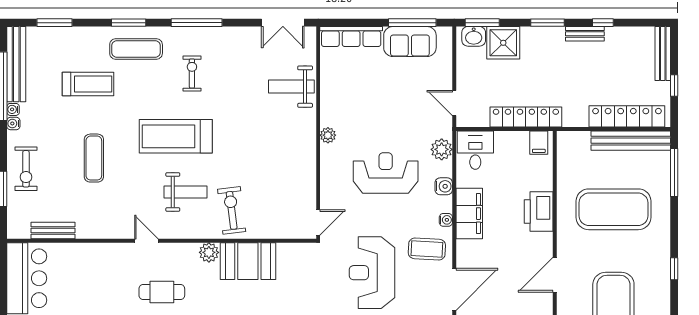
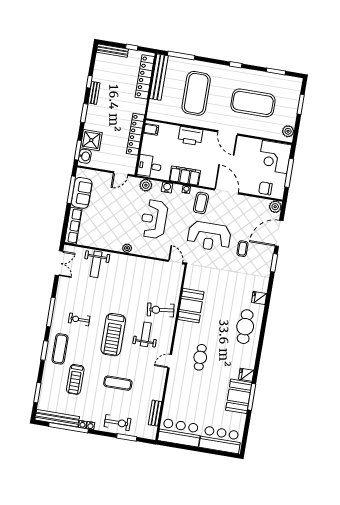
treadmill: (88, 84) -> (75, 379), turned 180
plant: (209, 252) -> (182, 327), removed

